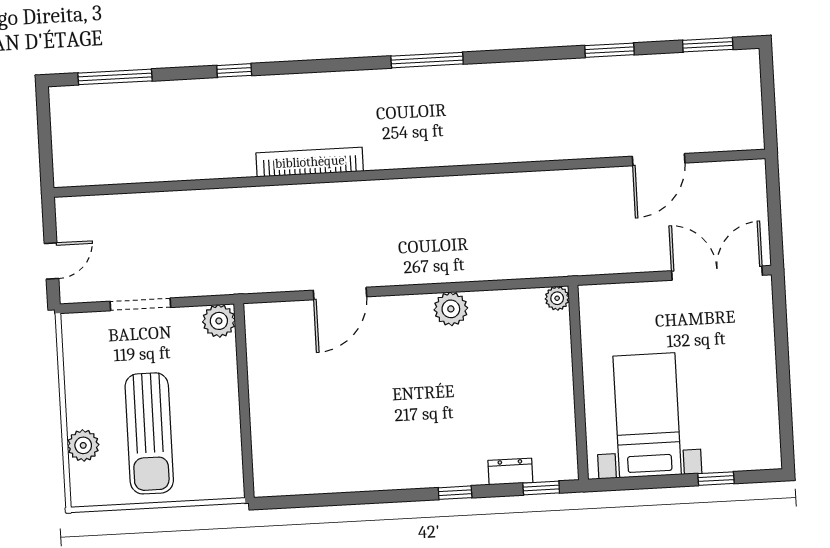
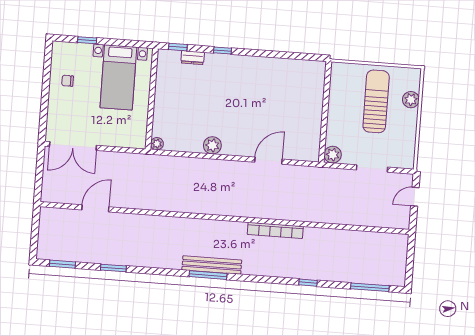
bench: (422, 80) -> (212, 265), added
chair: (743, 396) -> (68, 81), added

